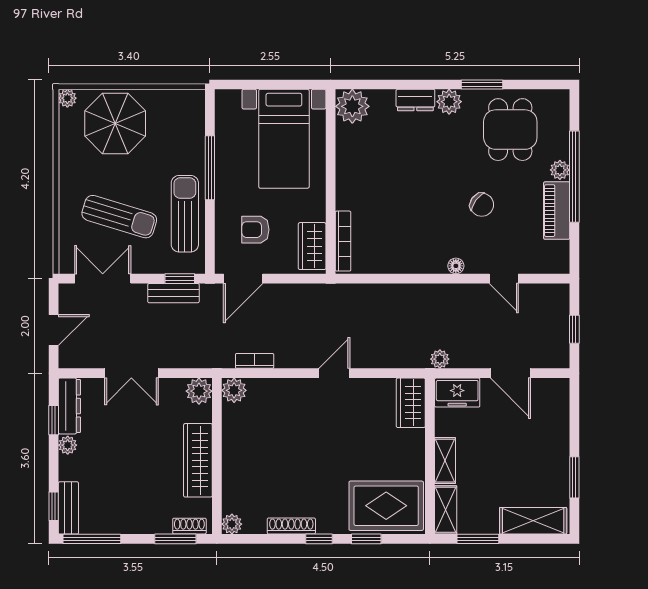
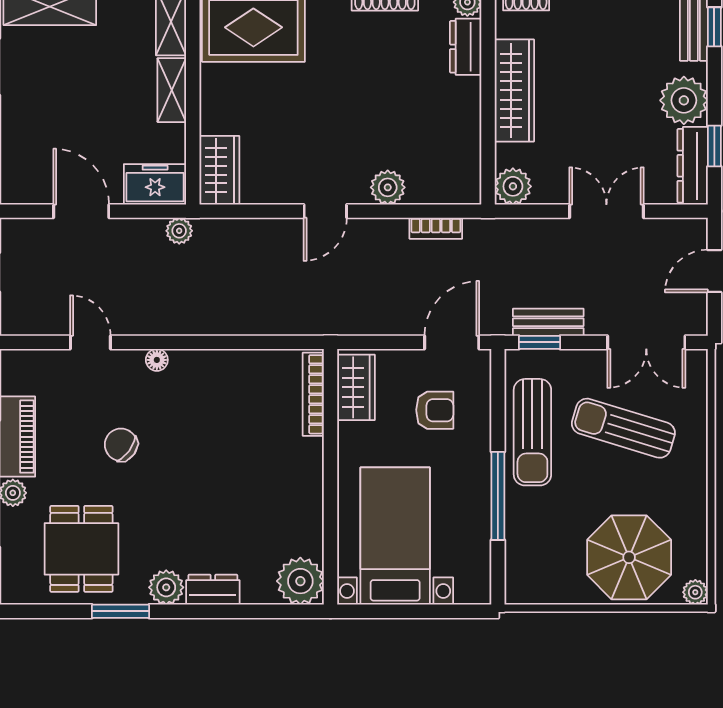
plant: (234, 390) -> (388, 187), moved
plant: (68, 445) -> (684, 100), width x1.87, depth x1.87
dresser: (233, 492) -> (466, 47), added

